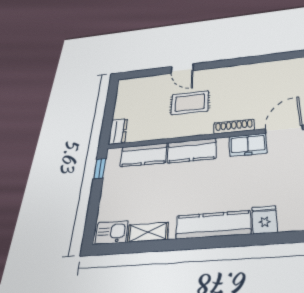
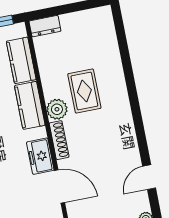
door: (182, 69) -> (149, 177), moved
plant: (202, 126) -> (57, 109), added

